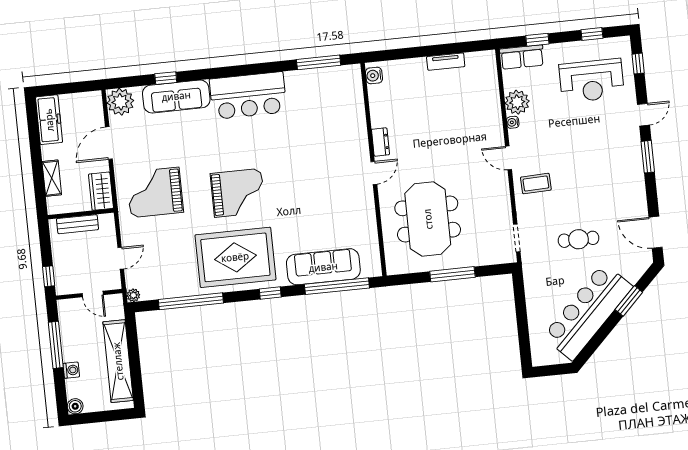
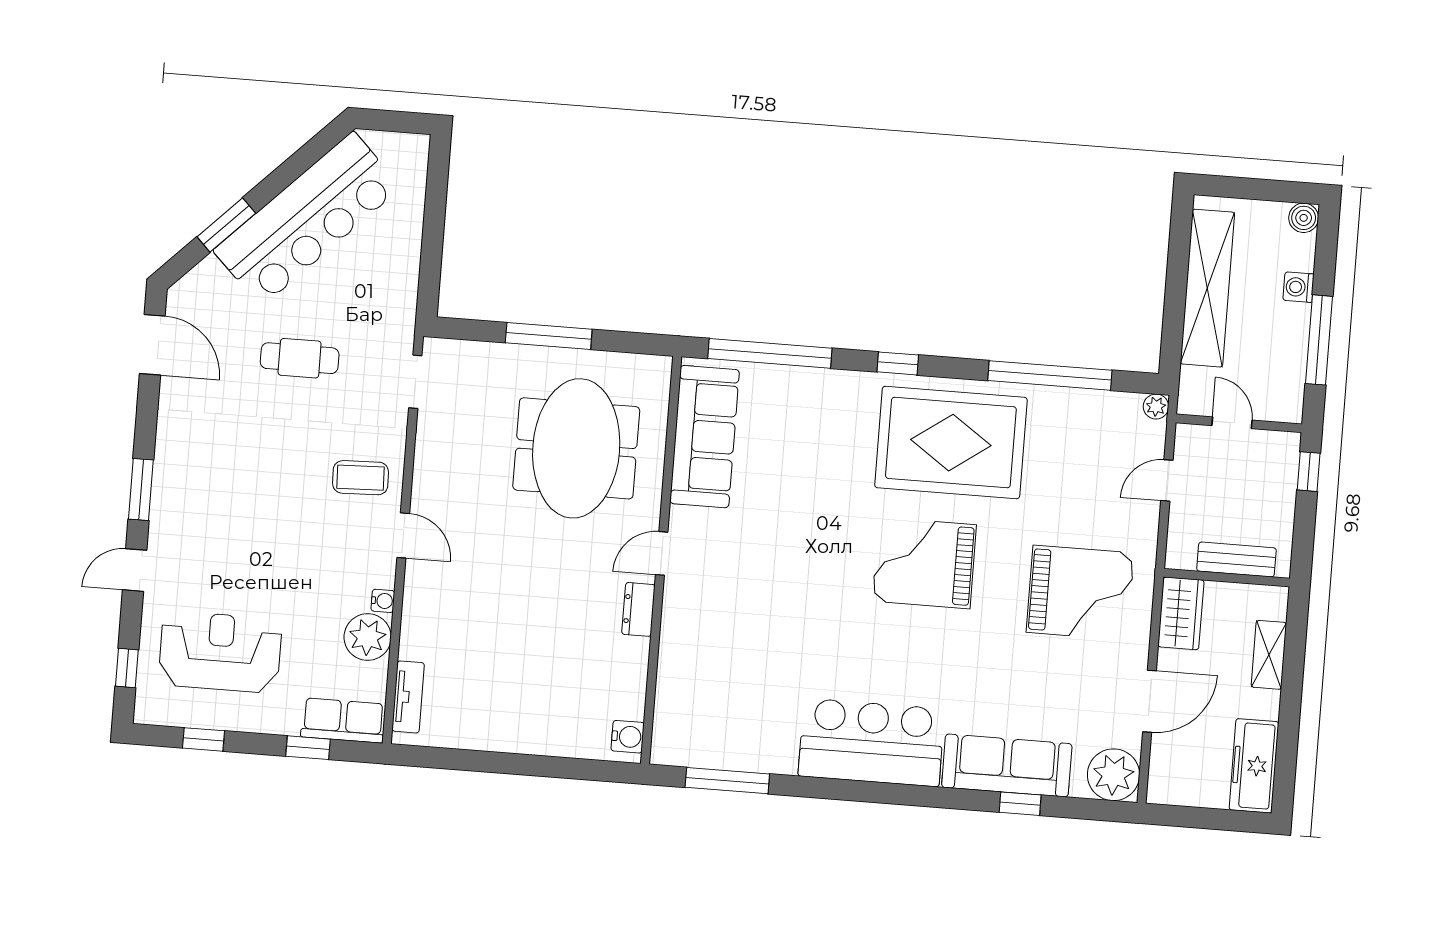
tv unit: (446, 62) -> (408, 697), moved, turned 90
sofa: (323, 267) -> (705, 437), moved, turned -90

